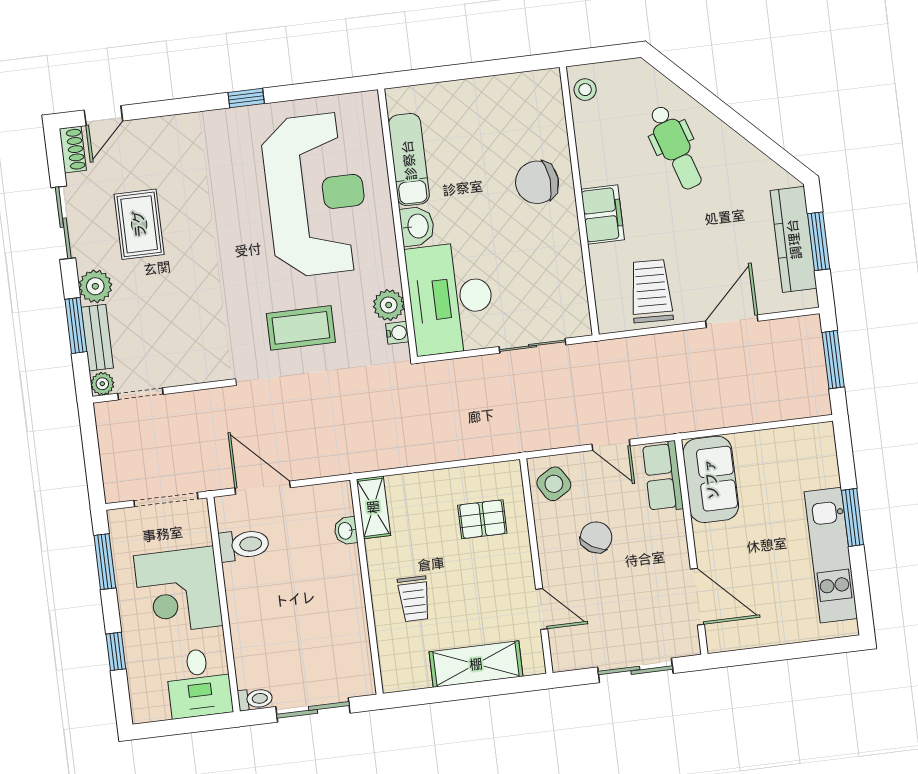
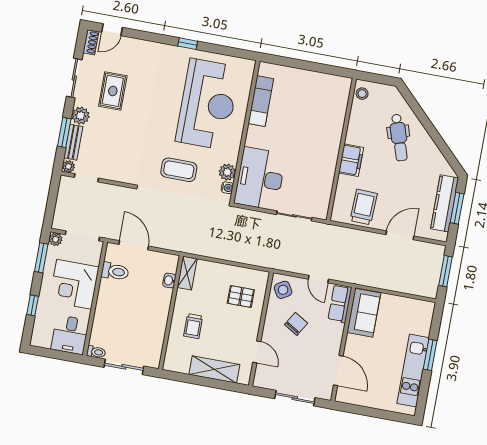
chair: (537, 182) -> (323, 133), removed
washbasin: (417, 226) -> (254, 136), removed
plant: (120, 521) -> (56, 239), added

